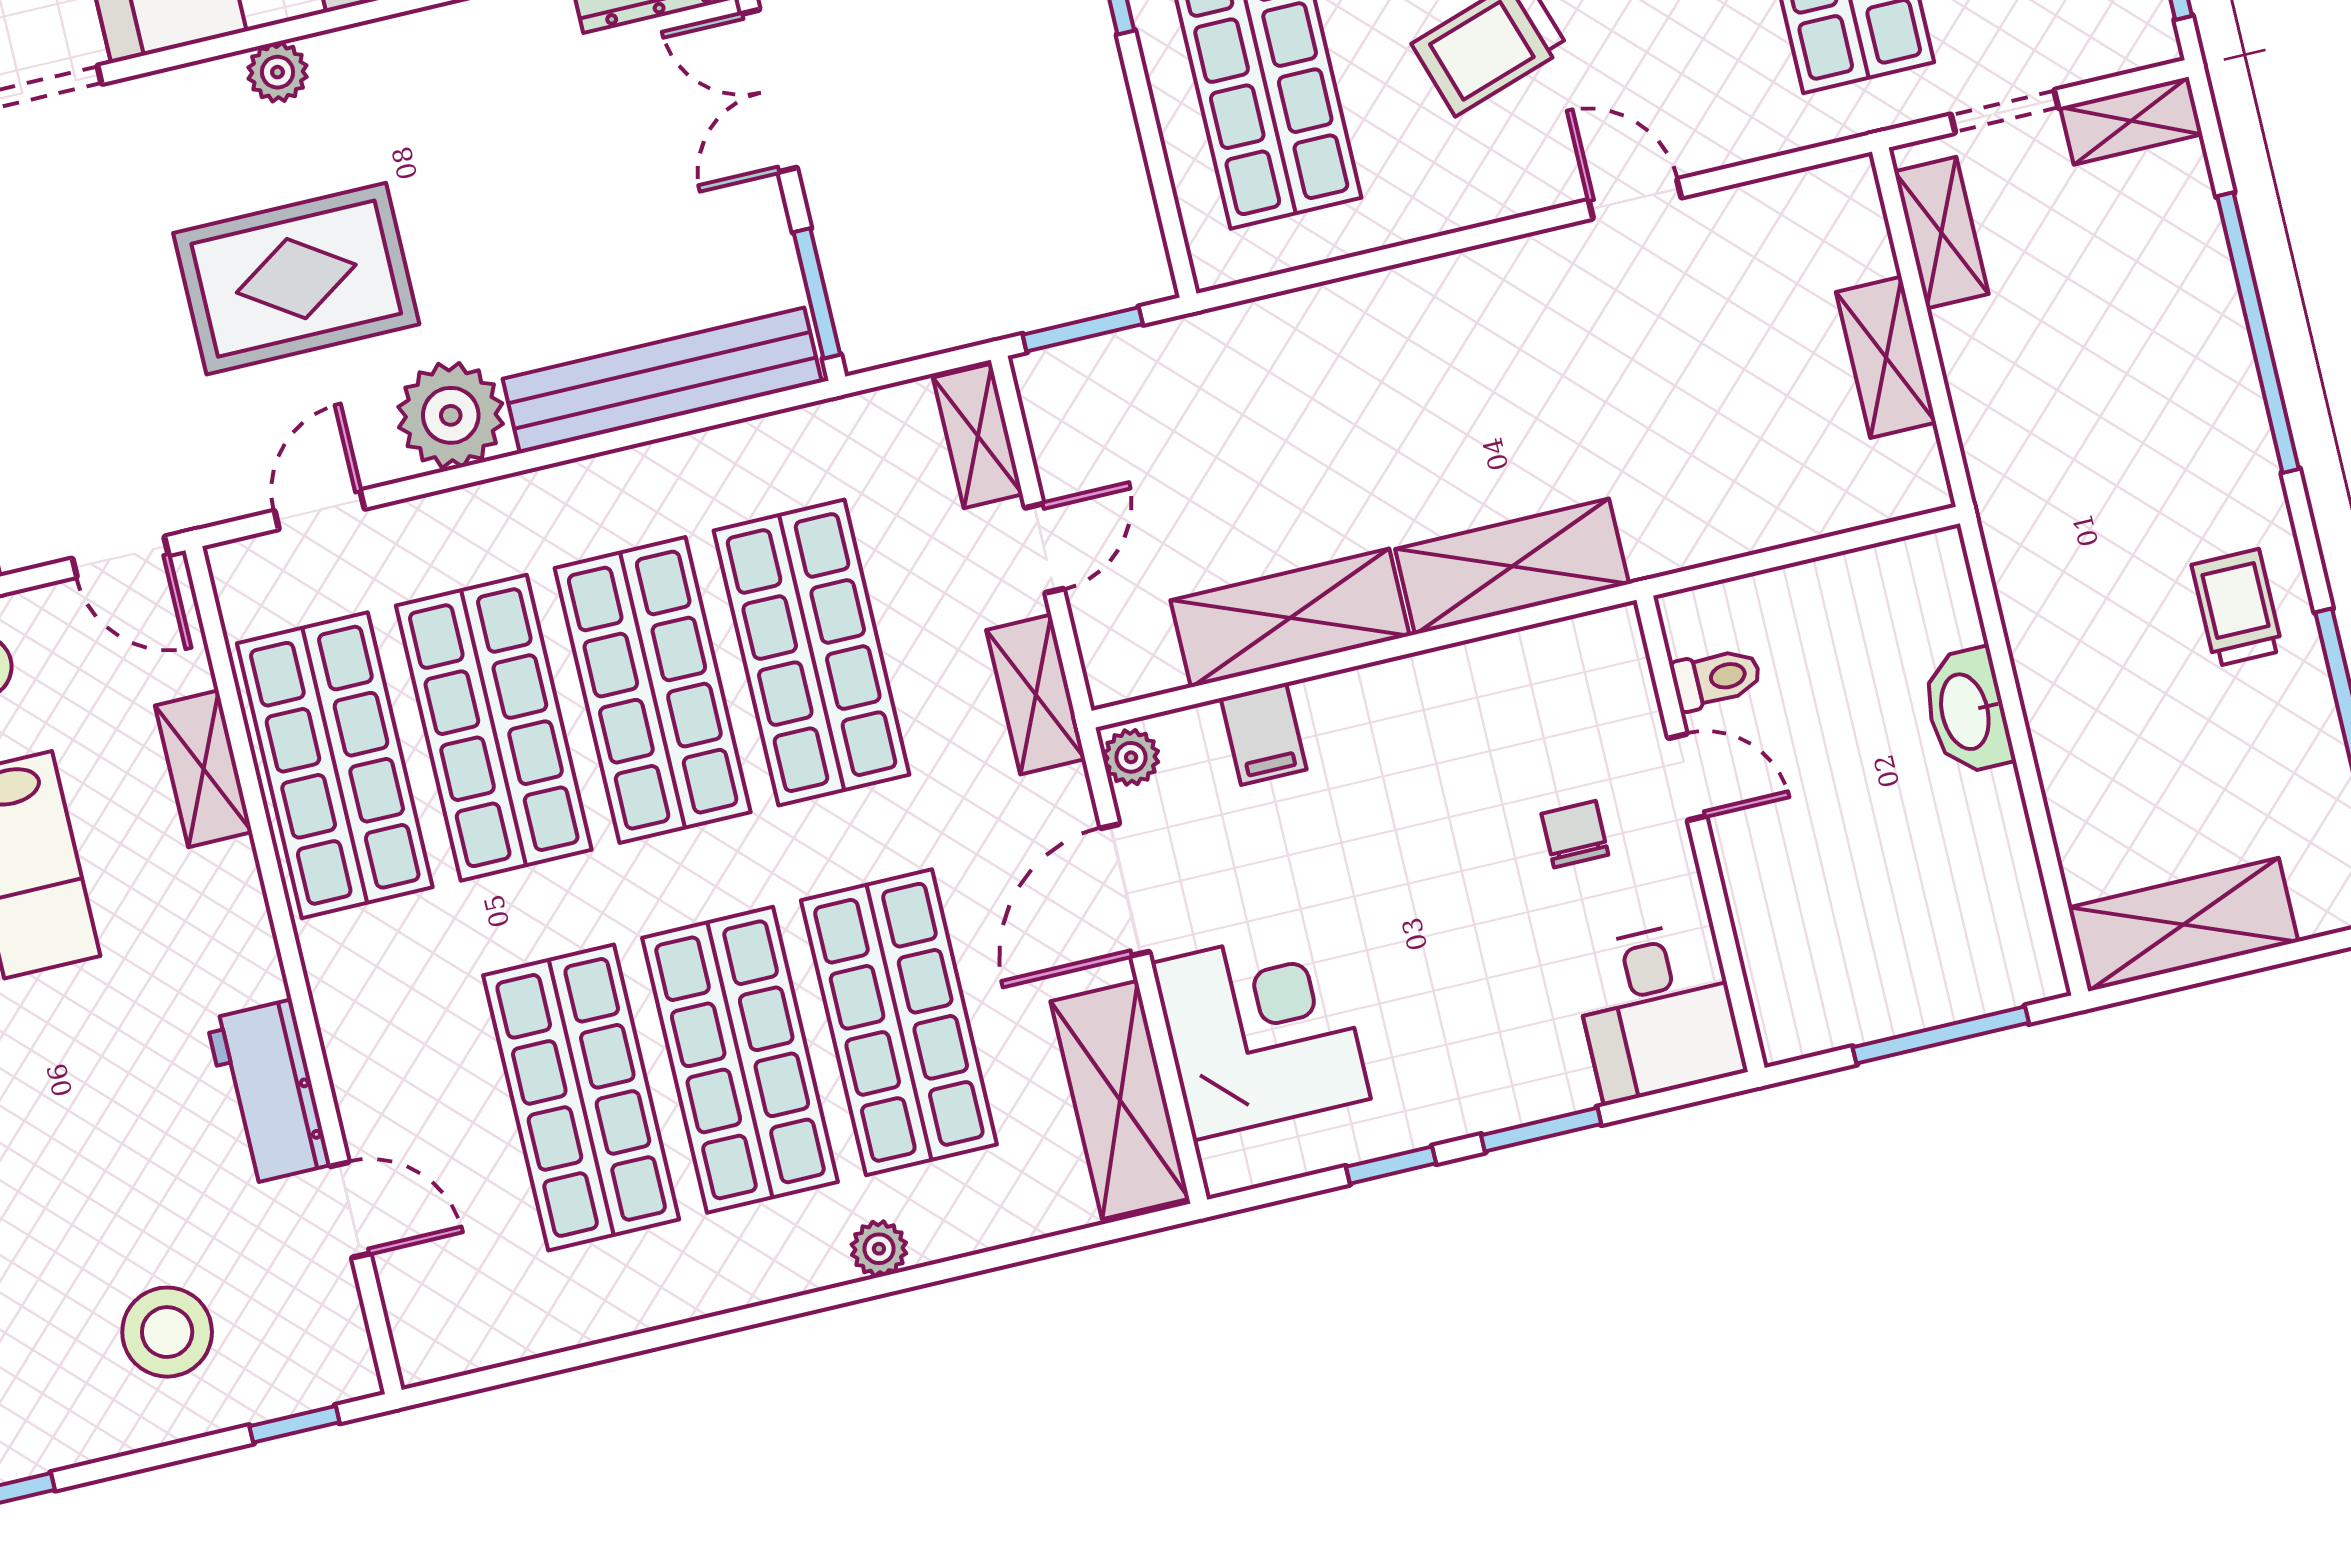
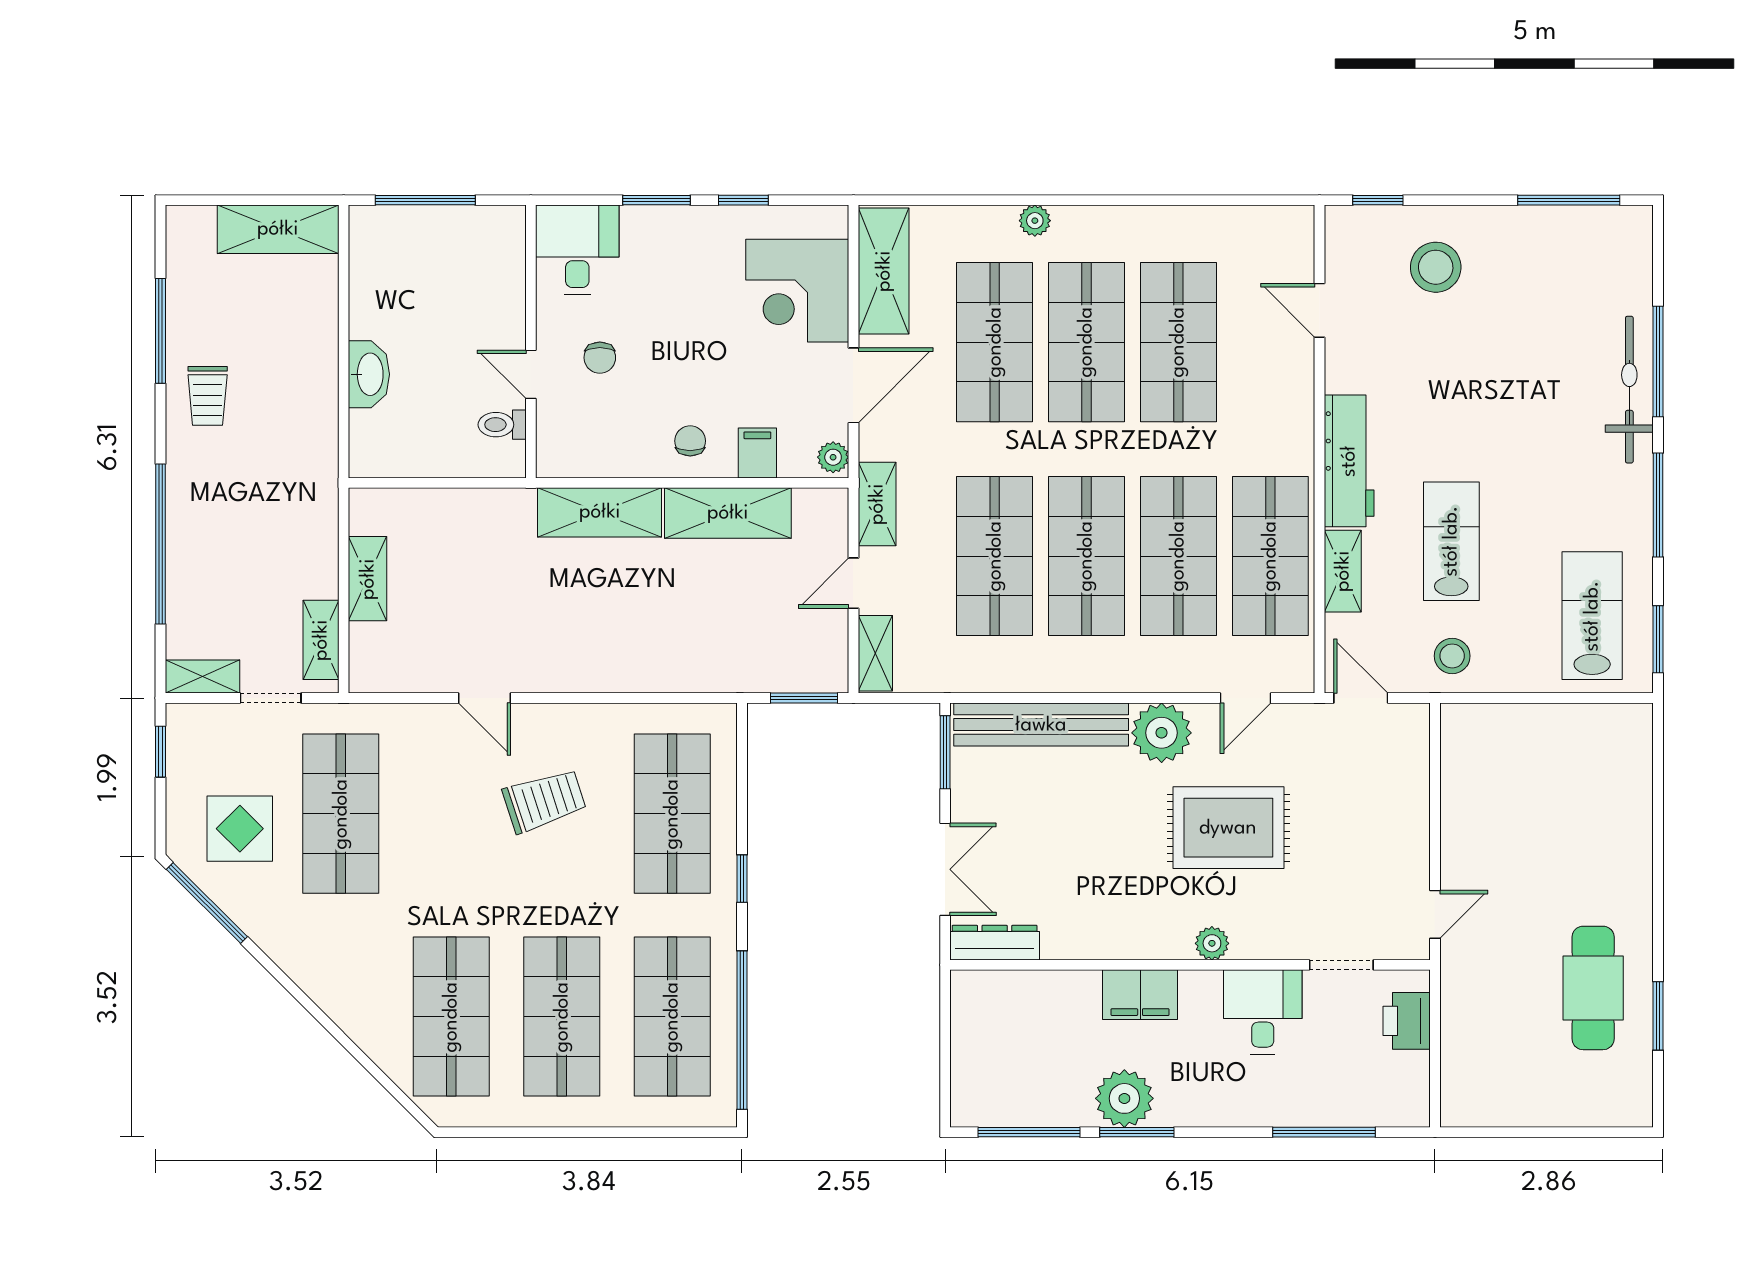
chair: (1385, 727) -> (690, 441), added
workbench: (268, 1092) -> (1349, 461), moved, width x1.38

